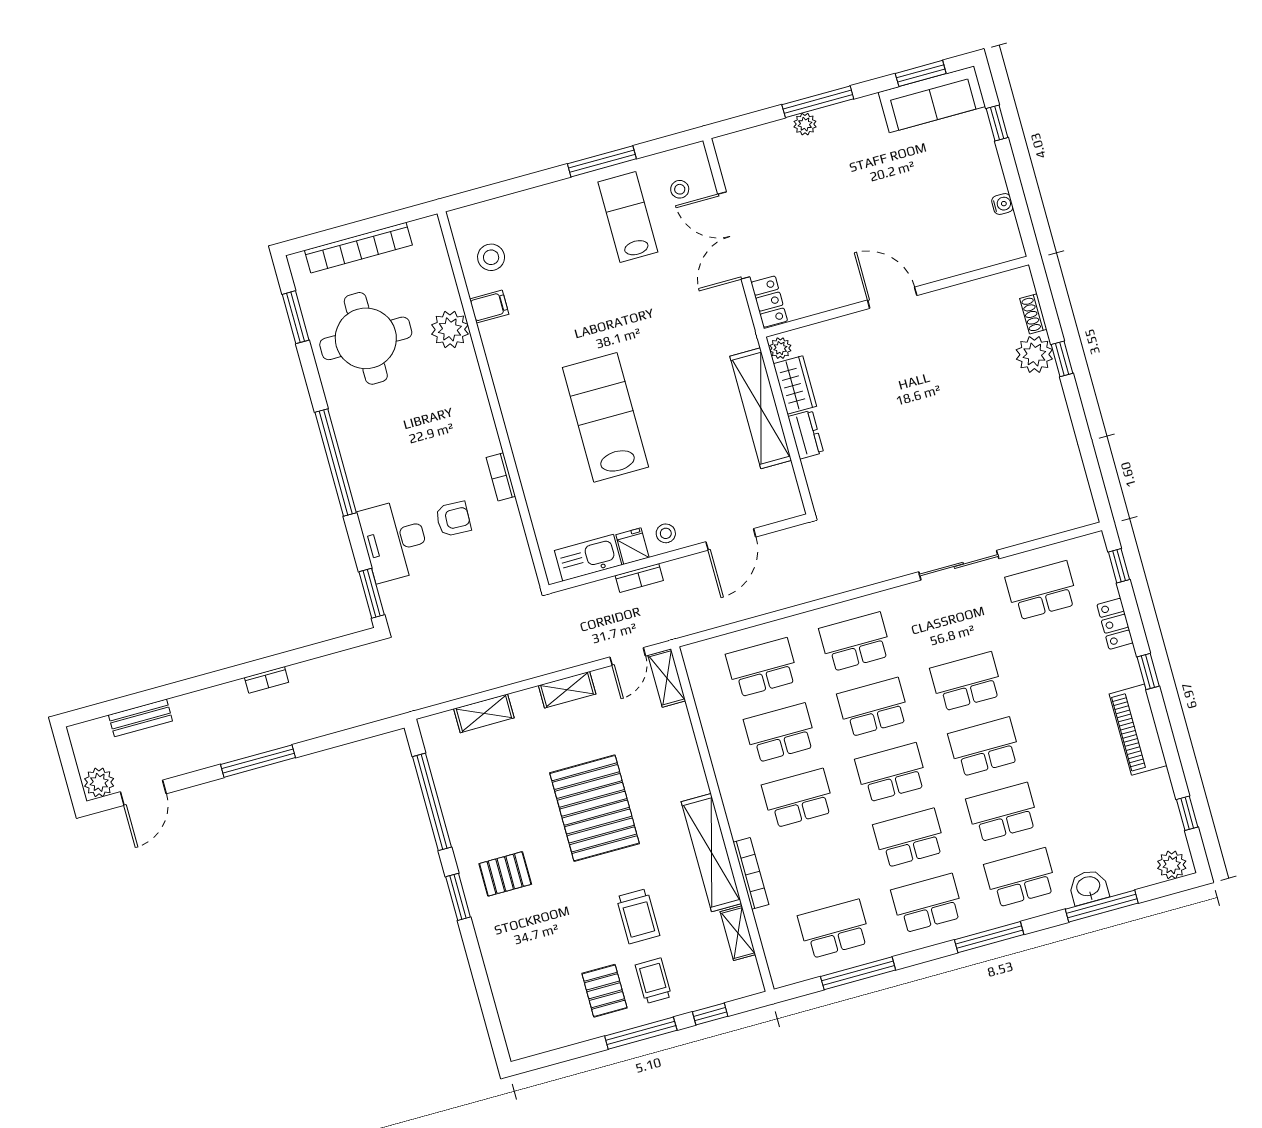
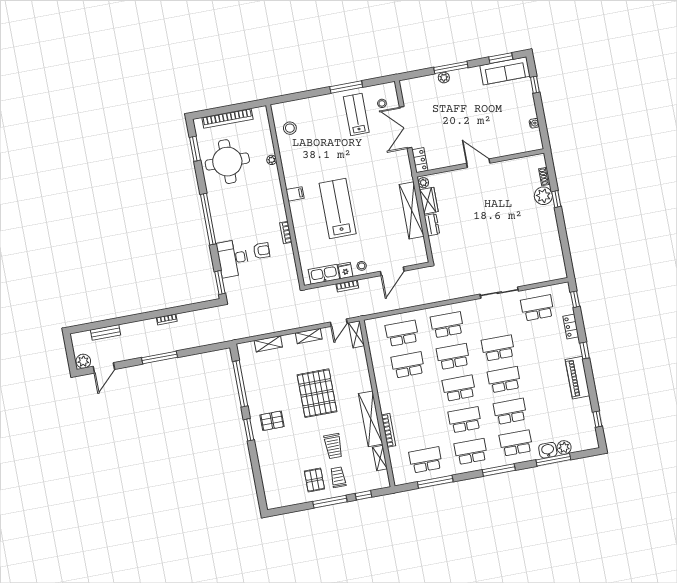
filing cabinet: (489, 307) -> (295, 194), moved
plant: (450, 329) -> (272, 160), width x0.53, depth x0.53
school desk: (798, 798) -> (414, 397), removed
plant: (1172, 865) -> (564, 447), moved

